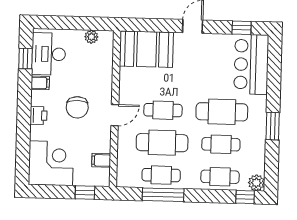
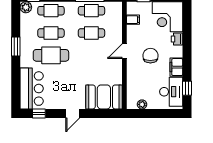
filing cabinet: (40, 83) -> (176, 67), width x2.00
cafe table: (163, 110) -> (91, 55), removed
printer: (38, 115) -> (177, 39), moved
cafe table: (162, 143) -> (91, 33), width x0.73, depth x0.74

